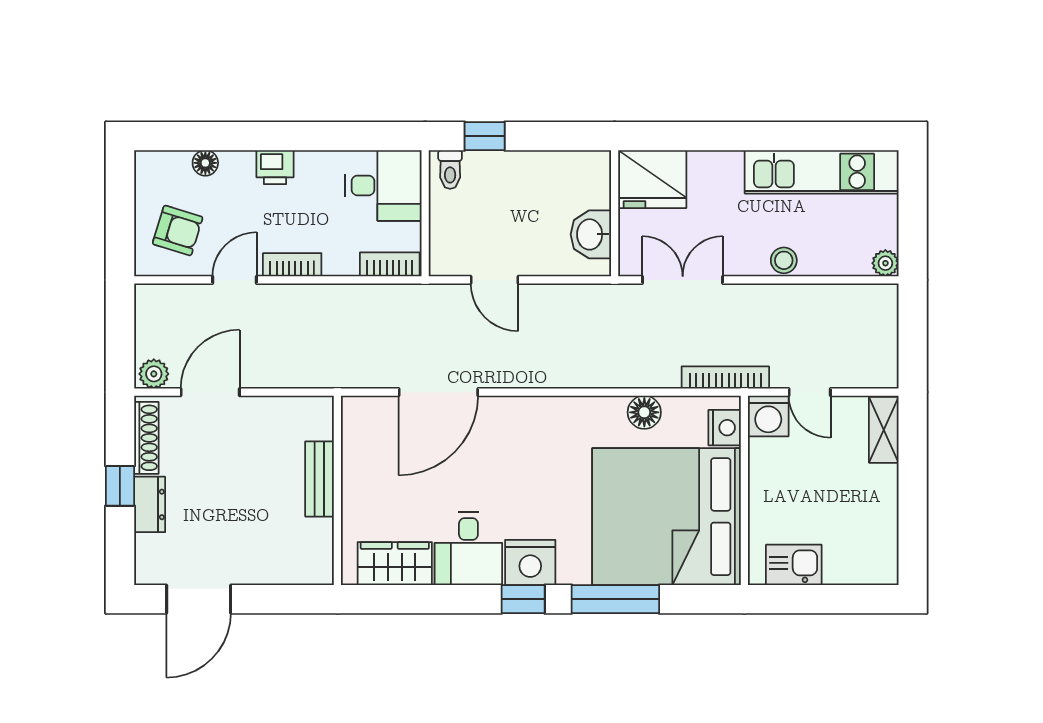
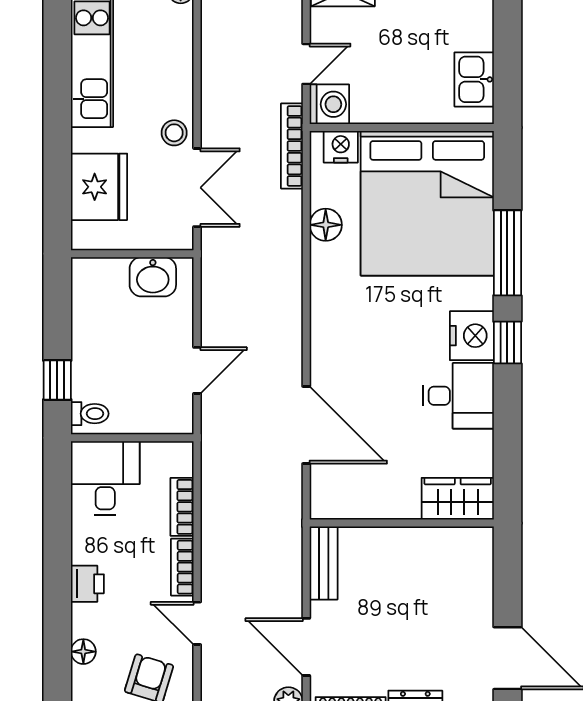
fridge: (652, 179) -> (99, 187), moved
stool: (784, 260) -> (174, 133), moved
bookcase: (390, 264) -> (182, 507), moved
double door: (683, 280) -> (197, 188), swing flipped
bench: (320, 479) -> (324, 563), moved, turned 90
wardrobe: (395, 564) -> (458, 499), moved, turned 90

